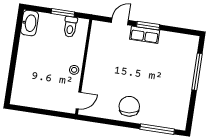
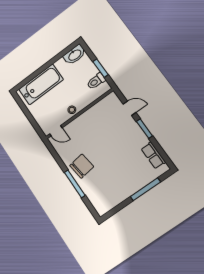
row of seats: (145, 35) -> (153, 155), moved
bathtub: (26, 76) -> (41, 84), added
window: (157, 129) -> (75, 184), moved

